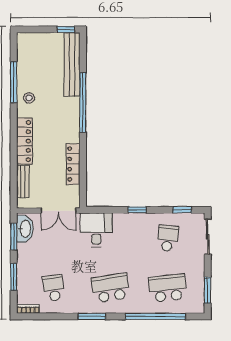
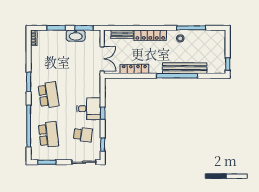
bench: (72, 64) -> (185, 68), moved
double door: (58, 211) -> (102, 59), swing flipped
washbasin: (25, 229) -> (76, 36), moved
desk: (96, 230) -> (89, 109), moved
school desk: (54, 288) -> (48, 56), removed

